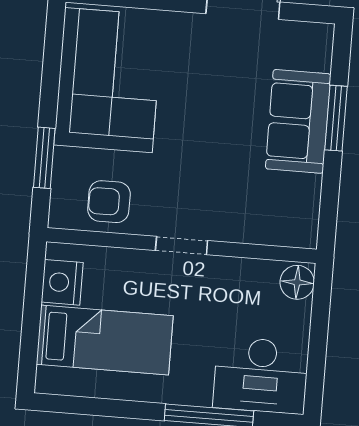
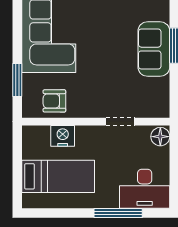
doorway: (182, 246) -> (120, 122), moved
nightstand: (62, 282) -> (63, 136), moved, turned 90

